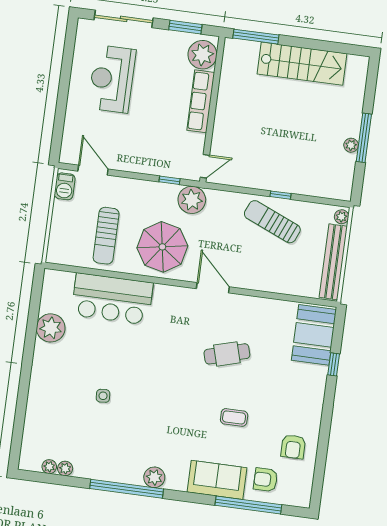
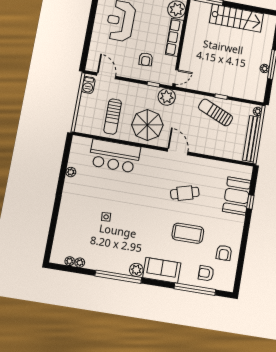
armchair: (155, 140) -> (146, 59), added
plant: (51, 328) -> (71, 172), width x0.53, depth x0.53
booth: (314, 335) -> (237, 196), moved
coffee table: (234, 417) -> (188, 233), width x1.86, depth x1.72
sofa: (217, 480) -> (162, 270), moved

